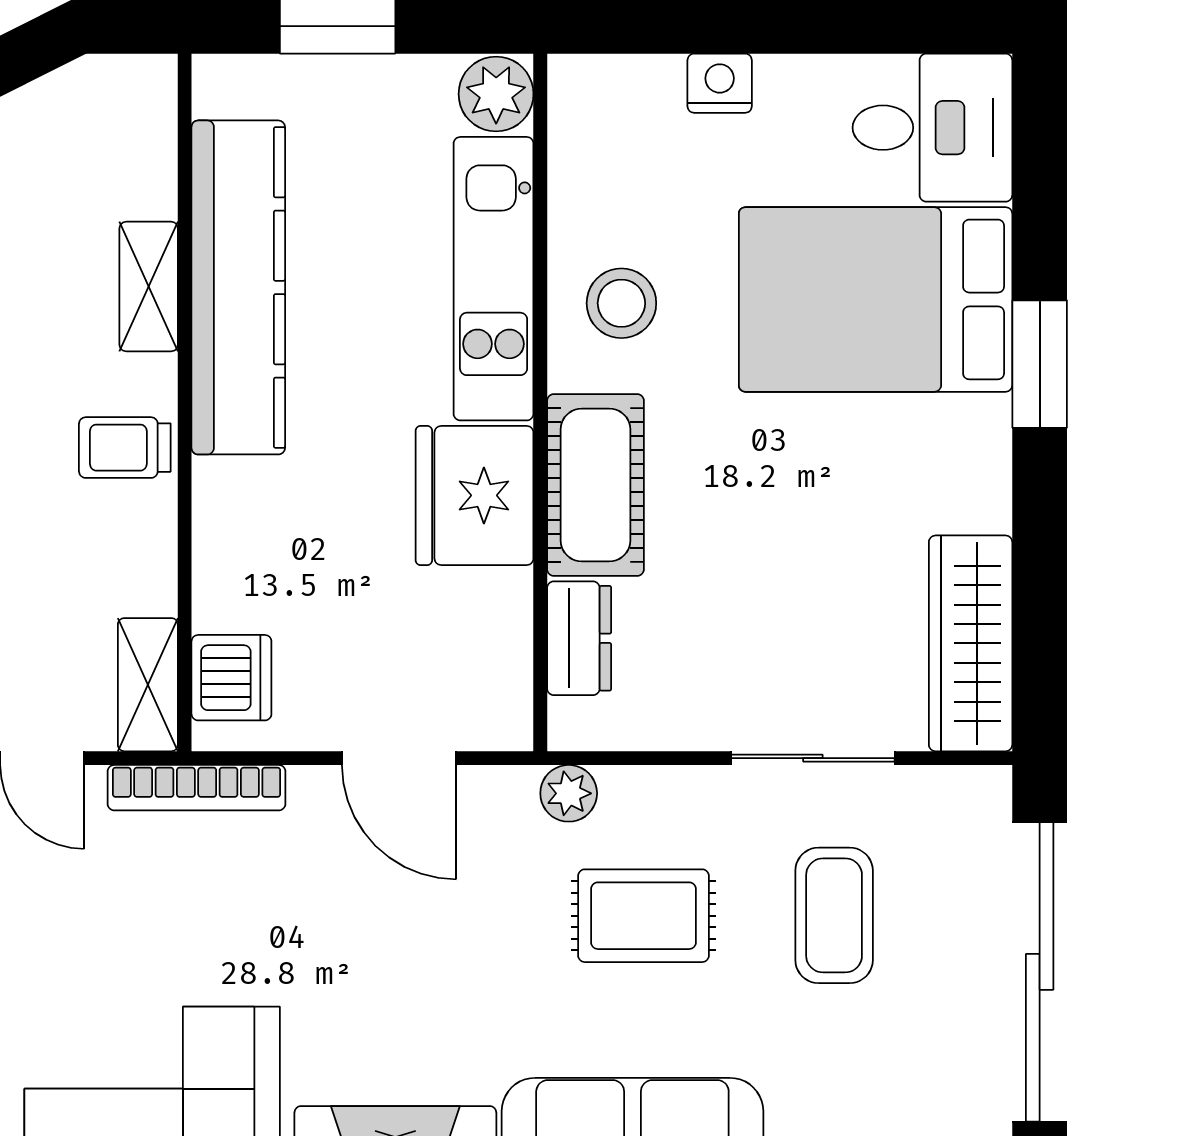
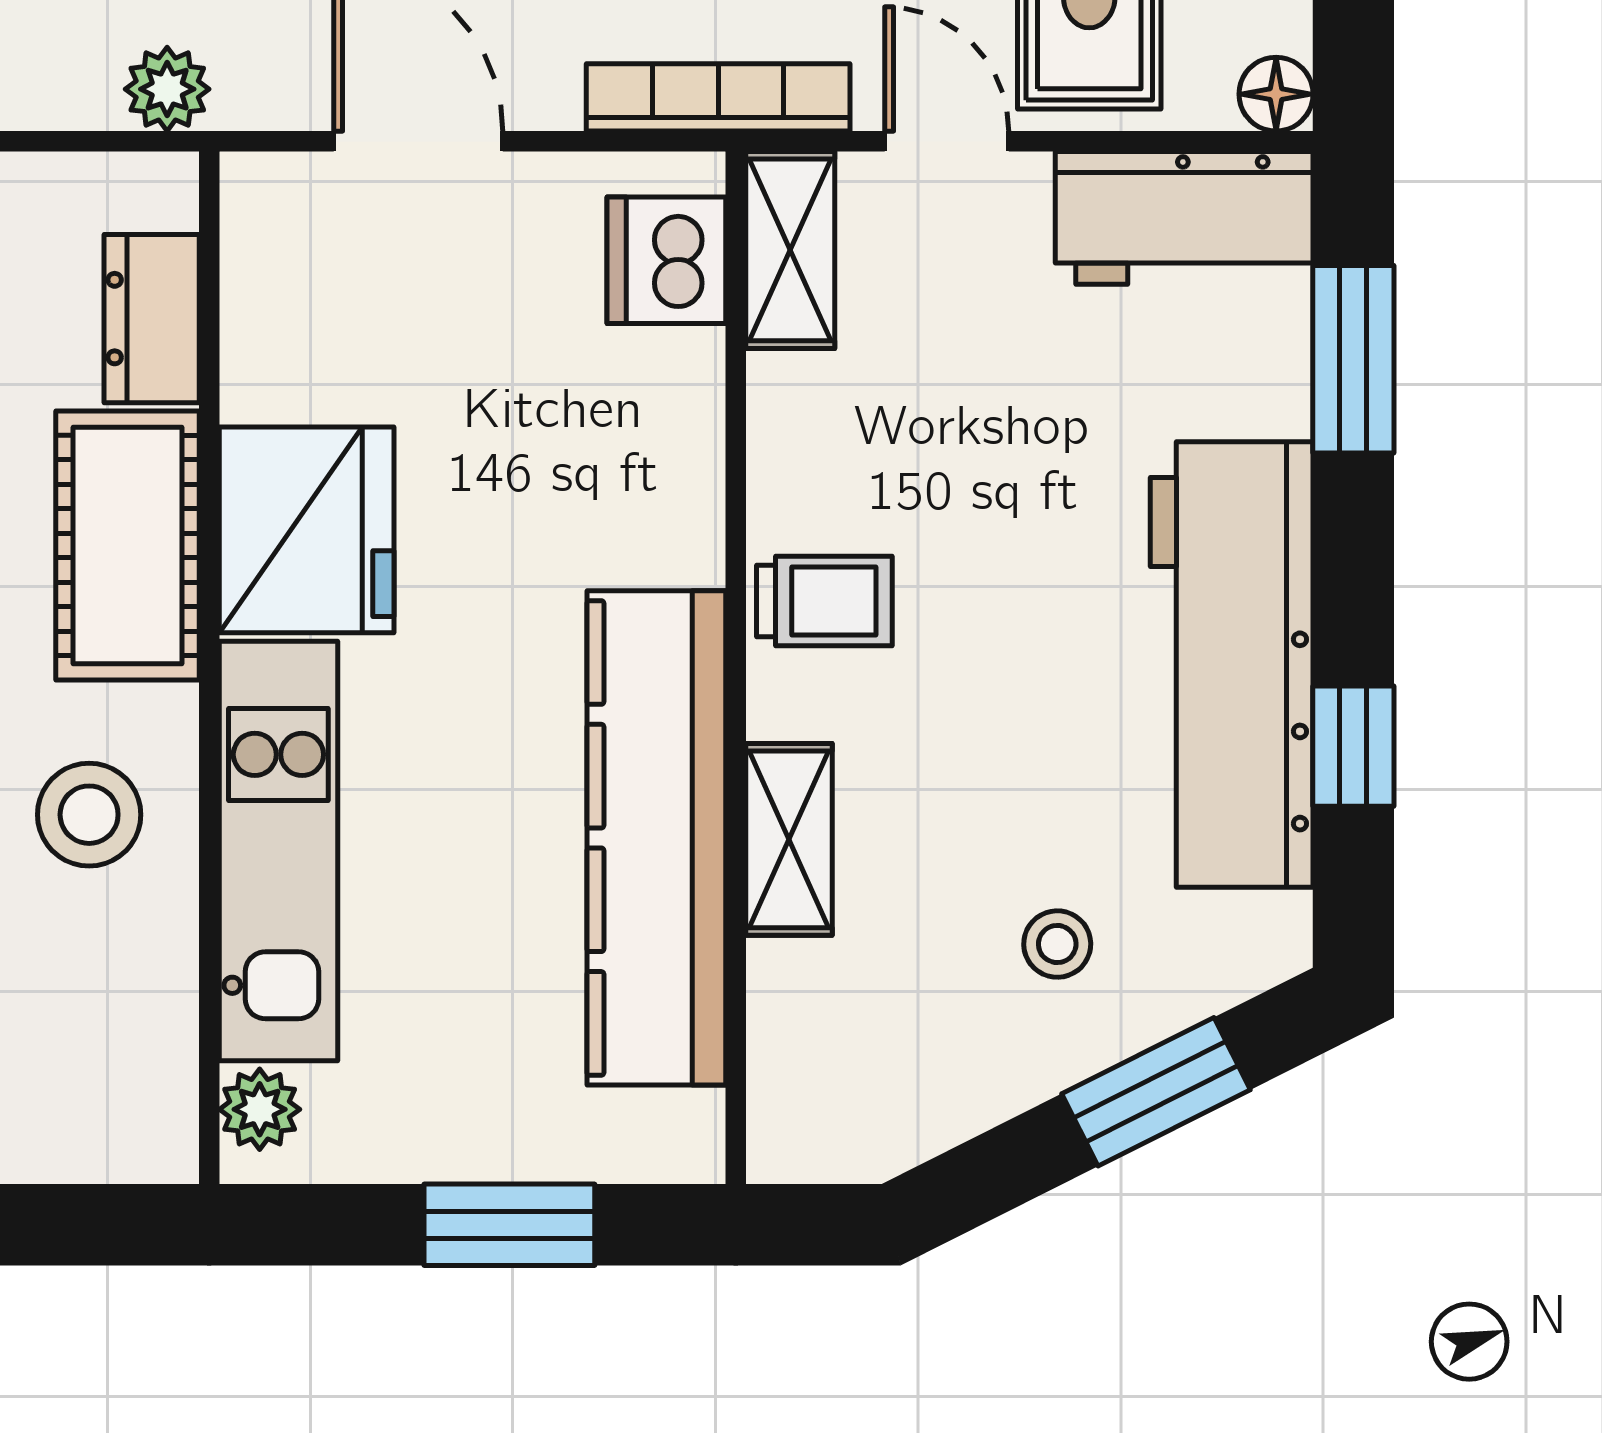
plant: (496, 94) -> (260, 1109), width x0.73, depth x0.73

